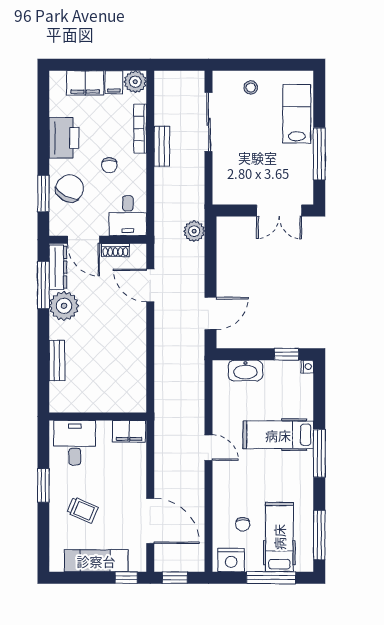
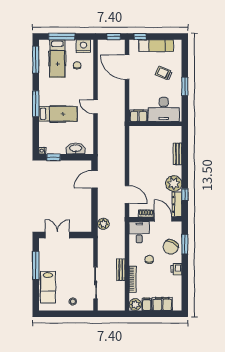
printer: (64, 138) -> (176, 269), width x0.53, depth x0.68
window: (43, 285) -> (185, 195), width x0.46
desk: (75, 443) -> (164, 109), width x1.37

